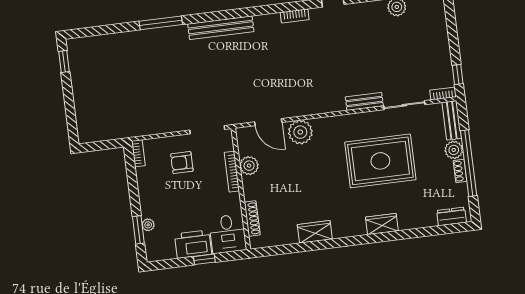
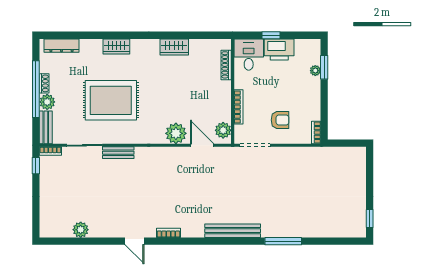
plant: (249, 166) -> (223, 130), moved
dresser: (451, 216) -> (61, 46), width x1.44

